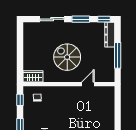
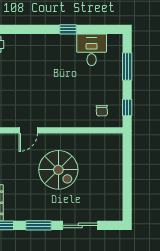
wardrobe: (33, 76) -> (108, 142), removed

